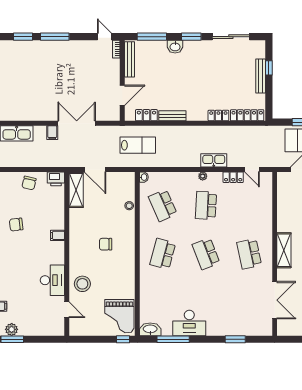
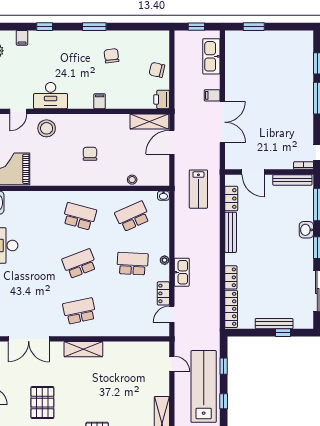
bench: (172, 116) -> (231, 232), width x1.36

